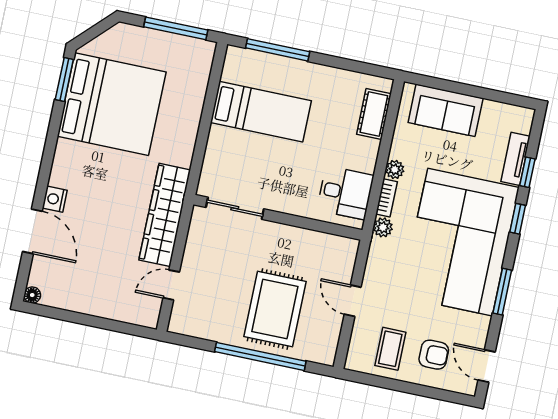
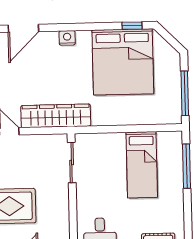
window: (64, 79) -> (132, 26), width x0.67
nightstand: (55, 199) -> (67, 38), moved

